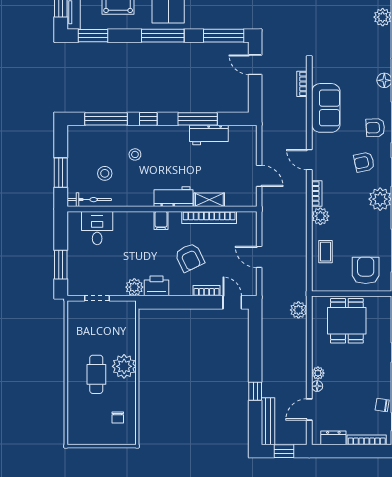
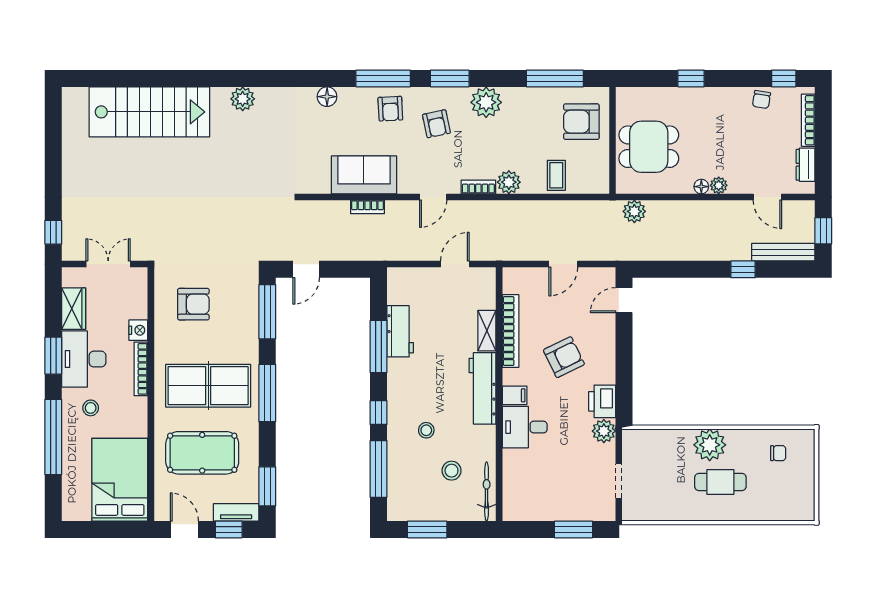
bookcase: (302, 84) -> (367, 207), moved
window: (61, 173) -> (427, 529), moved
workbench: (174, 197) -> (483, 388), width x1.38
desk: (97, 228) -> (525, 427), moved
coffee table: (325, 252) -> (556, 175), turned 90
bookcase: (207, 291) -> (608, 334), removed
floor lamp: (317, 386) -> (701, 187), moved

